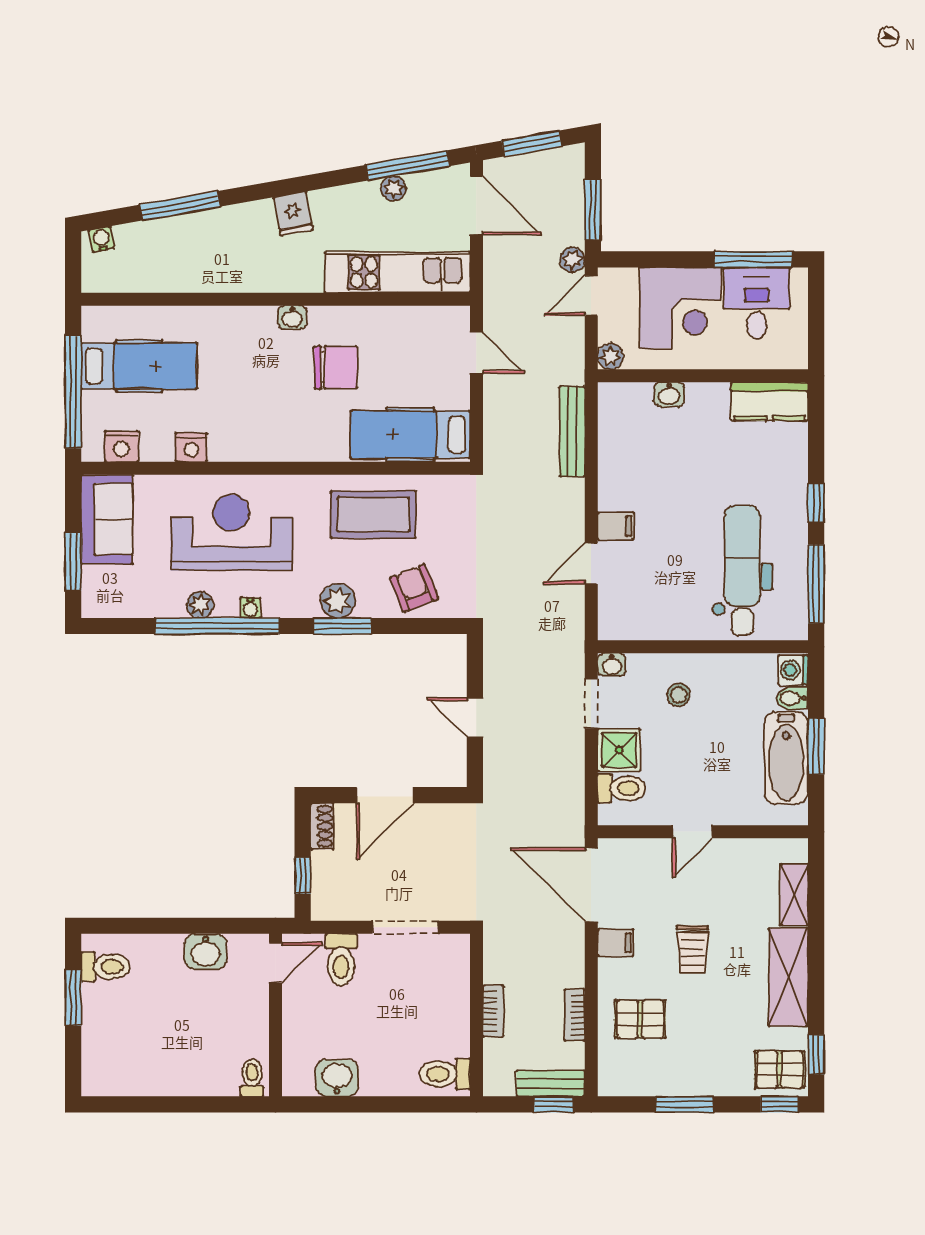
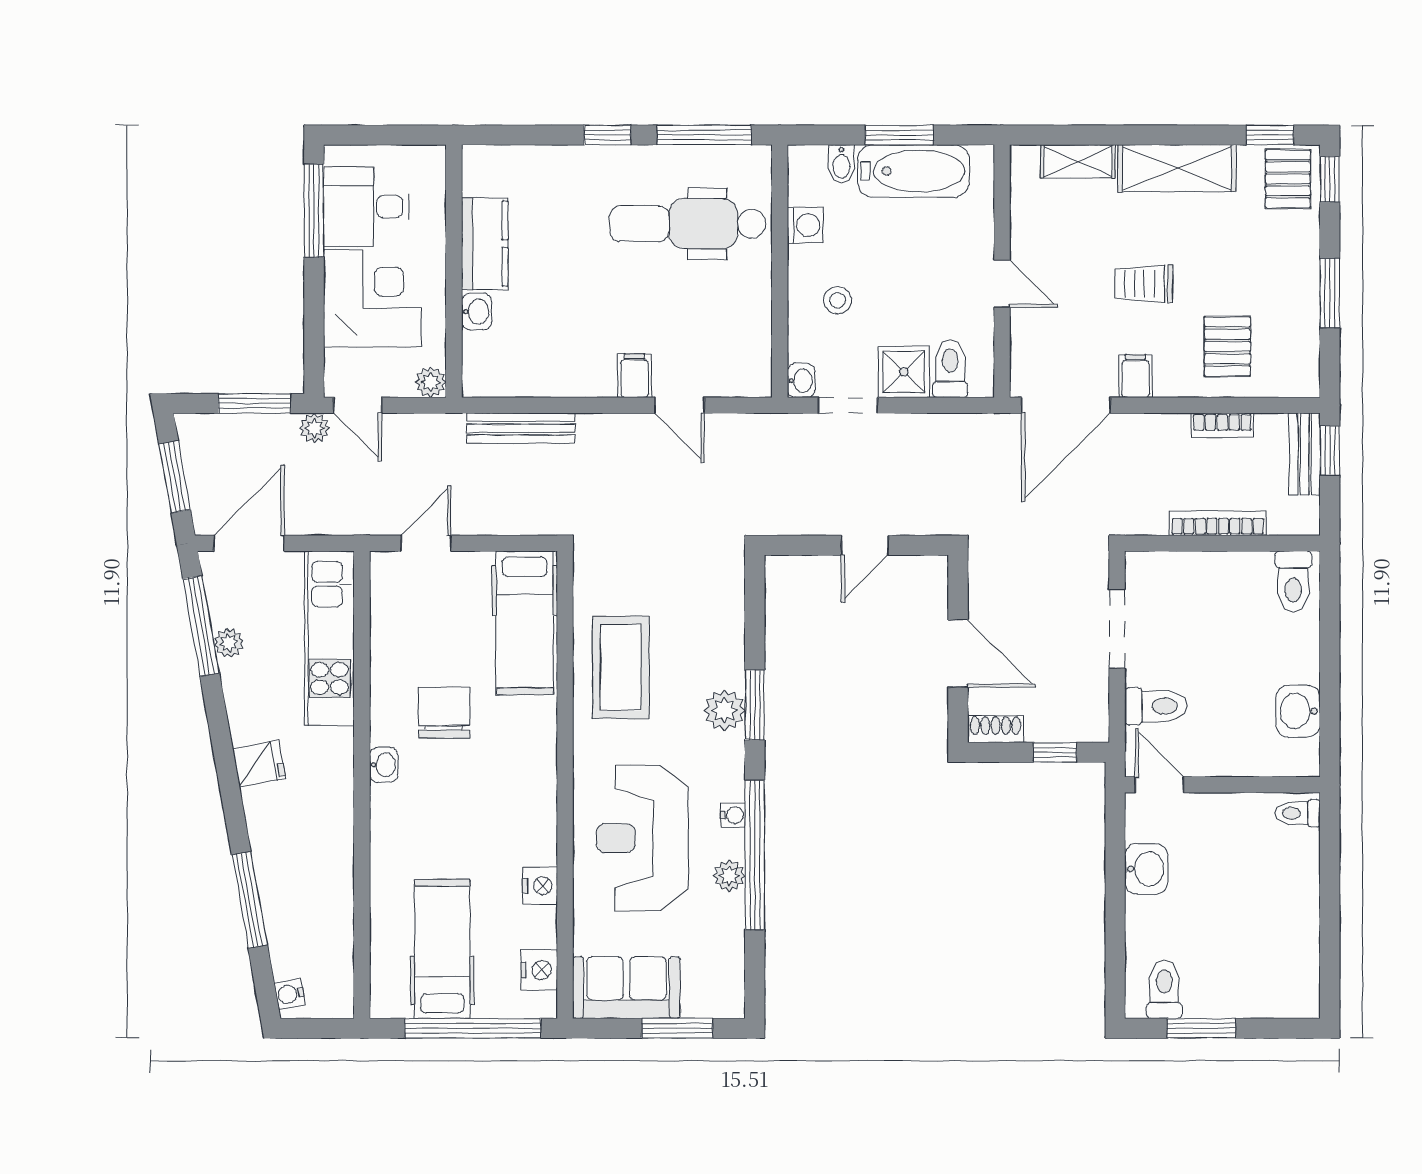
kitchen counter: (770, 401) -> (485, 244), moved
armchair: (414, 588) -> (709, 618), removed
washing machine: (793, 670) -> (805, 225), moved, turned -90
trolley: (692, 949) -> (1144, 284), turned 180
bookcase: (493, 1011) -> (1218, 523), width x1.56

